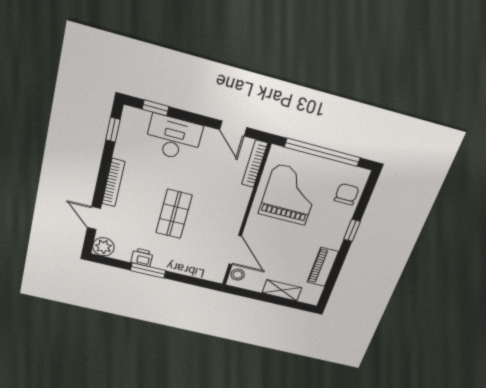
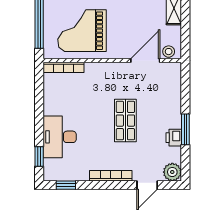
door: (233, 129) -> (39, 93), removed
shop shelf: (174, 214) -> (125, 121), turned 90

